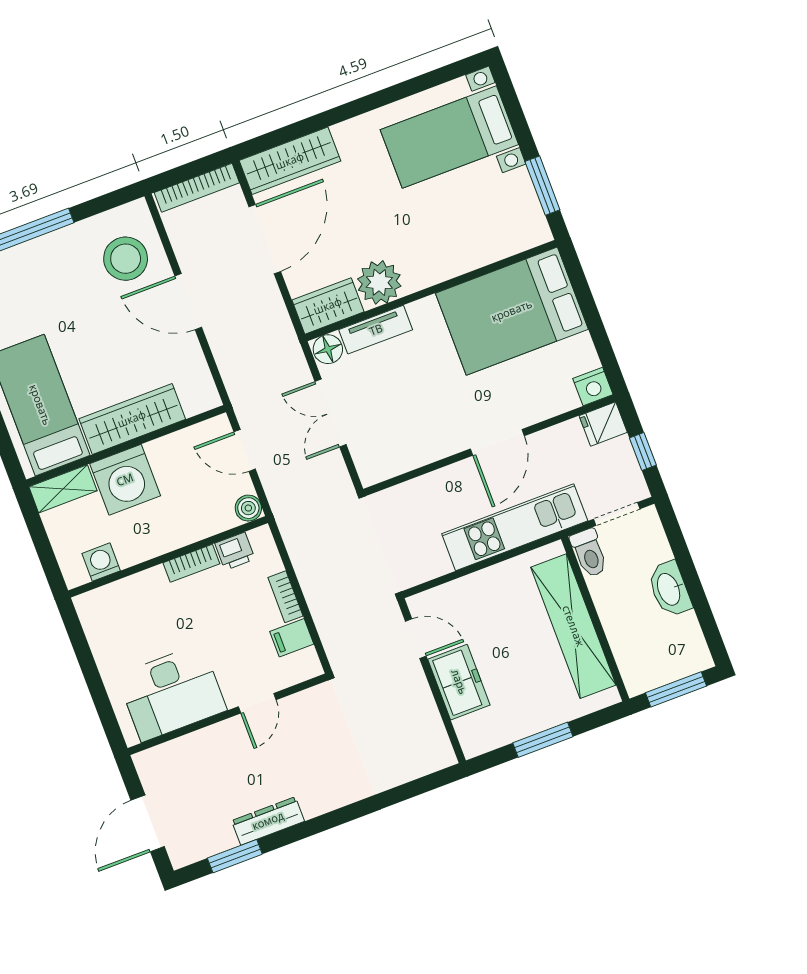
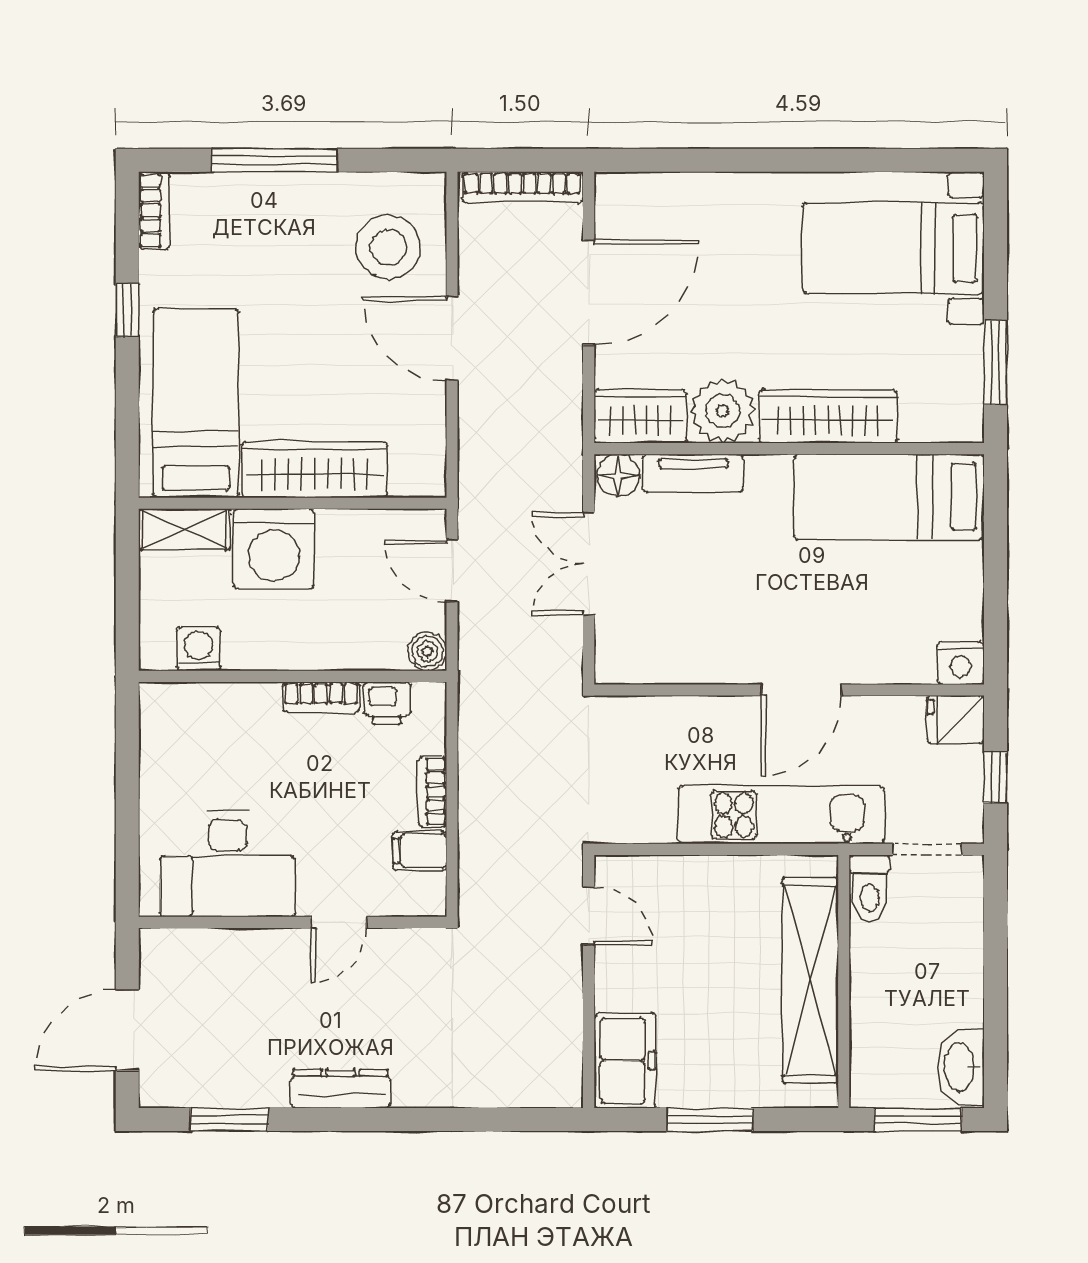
wardrobe: (290, 161) -> (828, 416), moved, turned 180
bed: (512, 311) -> (889, 497), width x0.67
washbasin: (669, 589) -> (961, 1067), moved
freezer: (459, 682) -> (625, 1061), moved
dresser: (268, 821) -> (341, 1089), moved

